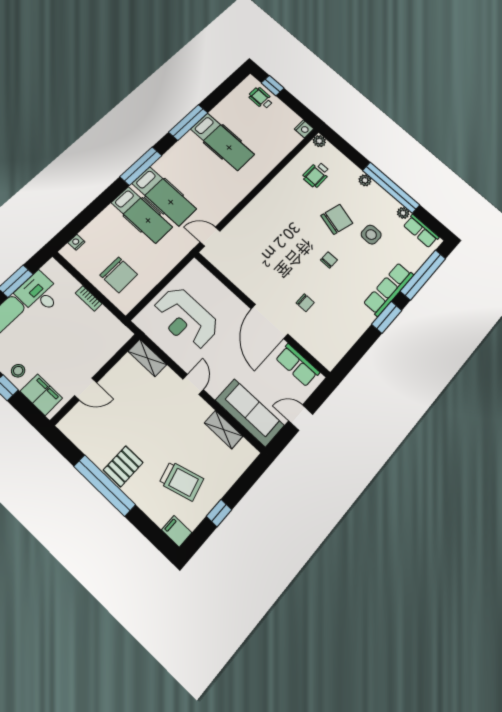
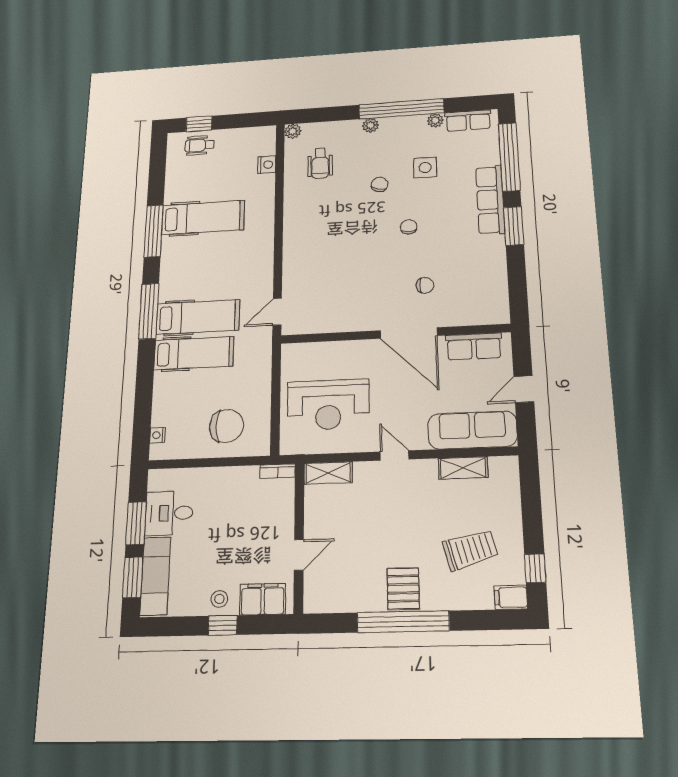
nightstand: (304, 129) -> (267, 165), moved
chair: (337, 219) -> (379, 184), width x0.54, depth x0.54
bookcase: (89, 298) -> (278, 471), moved
window: (219, 513) -> (535, 568), moved

